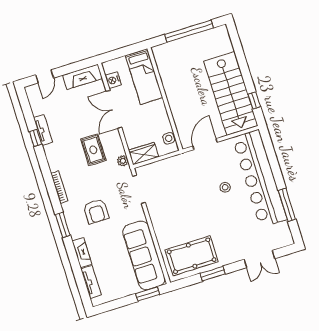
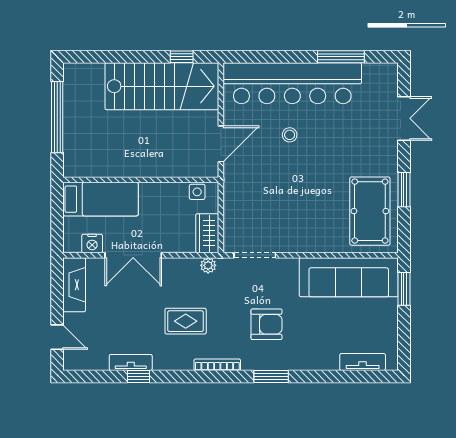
door: (205, 144) -> (221, 144), swing flipped
rug: (93, 150) -> (186, 321), moved
fireplace: (82, 253) -> (318, 362), removed

